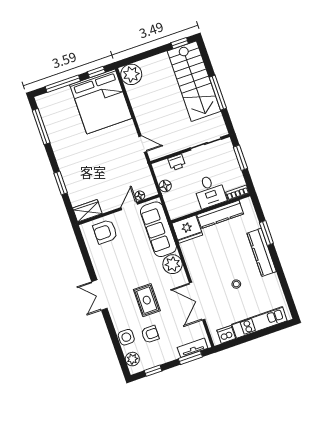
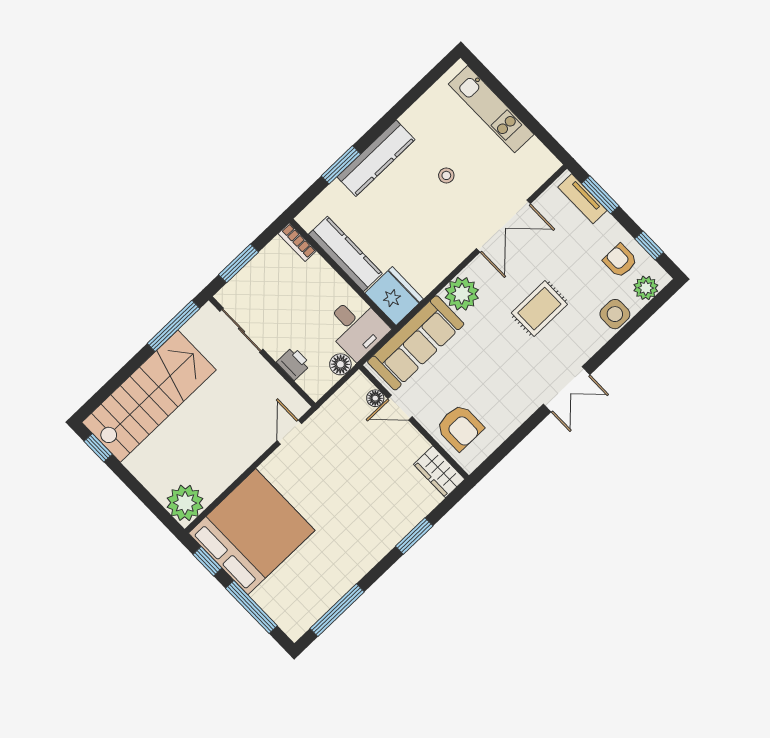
window: (218, 93) -> (173, 326), moved
desk: (210, 191) -> (356, 327), moved, turned 90
armchair: (150, 334) -> (620, 261), moved
dishwasher: (226, 334) -> (536, 154), removed

